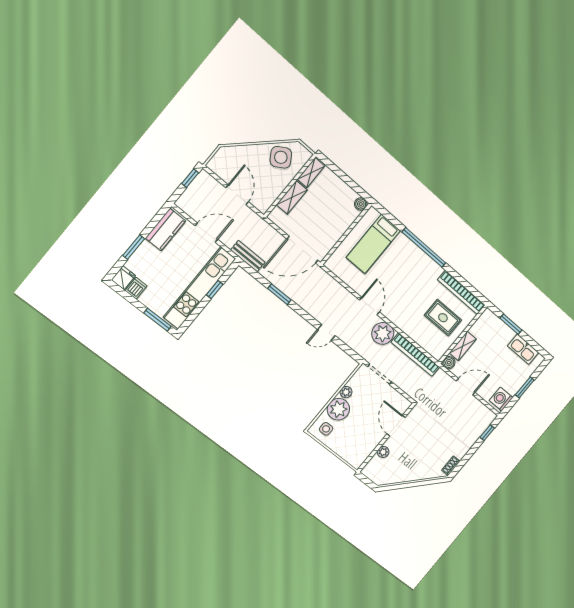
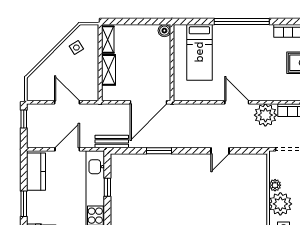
side table: (281, 157) -> (76, 48), width x0.54, depth x0.54

